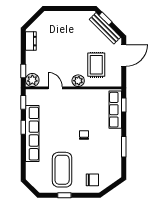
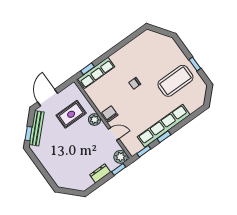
dresser: (31, 41) -> (100, 173), moved
door: (124, 55) -> (48, 98), hinge flipped
door: (55, 88) -> (114, 134), swing flipped
window: (124, 147) -> (121, 45), removed
chair: (92, 180) -> (110, 114), moved

